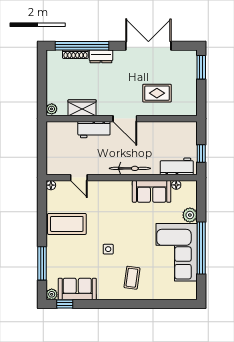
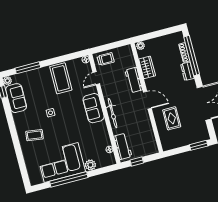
door: (125, 119) -> (147, 100), swing flipped
trolley: (57, 159) -> (106, 59), added
sofa: (152, 191) -> (94, 108), moved

